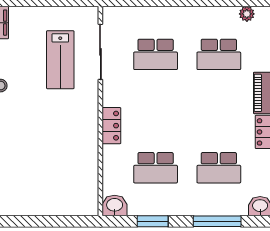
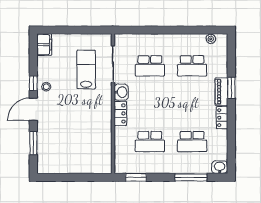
lab bench: (60, 60) -> (86, 69), turned 180
washbasin: (115, 205) -> (121, 92), moved, turned 90
window: (153, 221) -> (136, 177), moved

